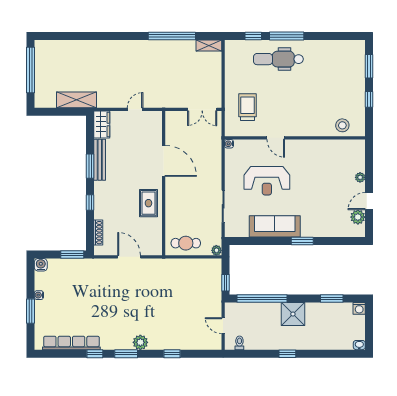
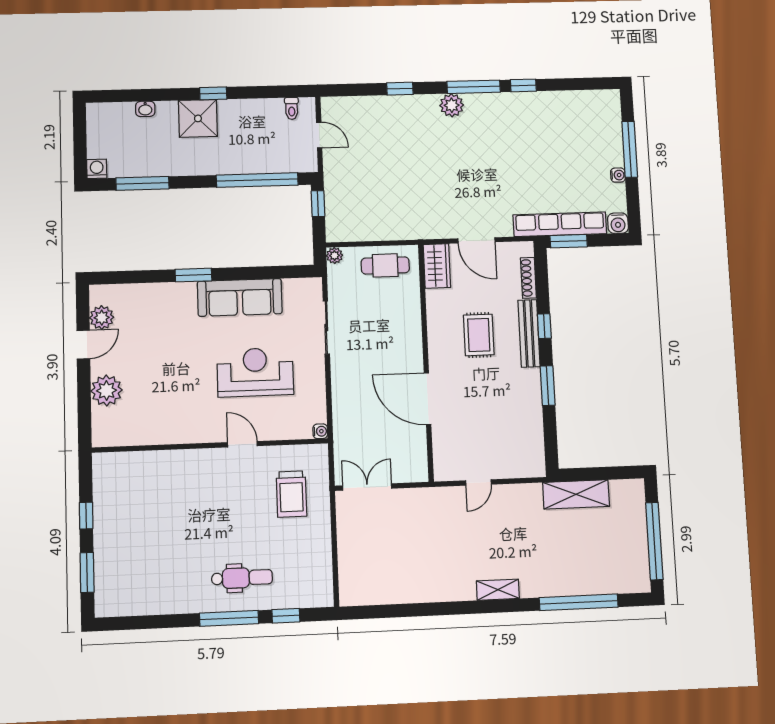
window: (172, 36) -> (579, 602), moved
shelving: (209, 45) -> (498, 590), moved
dental chair: (278, 59) -> (242, 578), width x0.73, depth x0.72
wardrobe: (102, 124) -> (437, 266), moved, turned 180
stool: (342, 125) -> (131, 470), removed
bench: (100, 160) -> (529, 333), moved
plant: (360, 177) -> (106, 391), width x1.88, depth x1.88
rug: (148, 203) -> (479, 335), moved
window: (332, 299) -> (142, 183), width x1.44
window: (31, 311) -> (630, 149), width x1.44
shower: (293, 314) -> (198, 118), moved
row of seats: (71, 343) -> (560, 224), moved, turned 180
washbasin: (359, 345) -> (145, 109), moved
window: (126, 354) -> (474, 87), width x1.44

